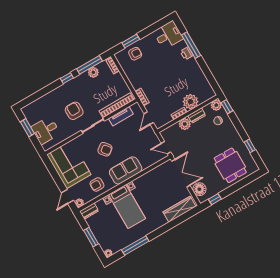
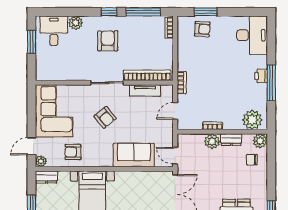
desk: (168, 35) -> (252, 35), width x1.37
window: (191, 45) -> (271, 83), moved
printer: (187, 53) -> (261, 76), moved
plant: (93, 72) -> (76, 23), moved
plant: (190, 102) -> (252, 120), moved
window: (227, 107) -> (271, 150), removed
armchair: (74, 111) -> (108, 41), moved
desk: (46, 130) -> (54, 31), moved, turned 90
sofa: (126, 170) -> (134, 155), moved

